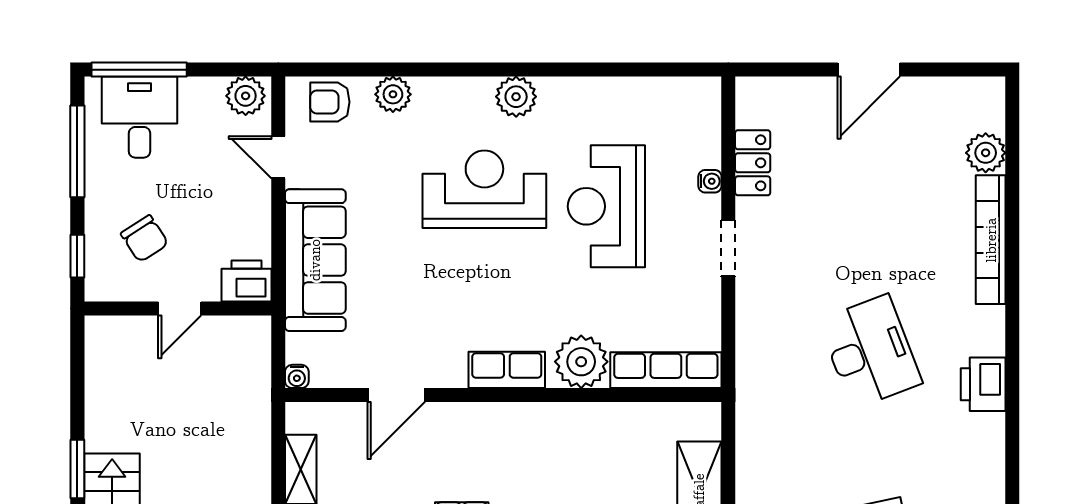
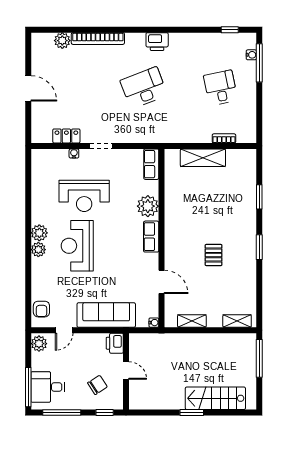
plant: (393, 94) -> (38, 250), moved
row of seats: (666, 370) -> (151, 164), width x0.68

